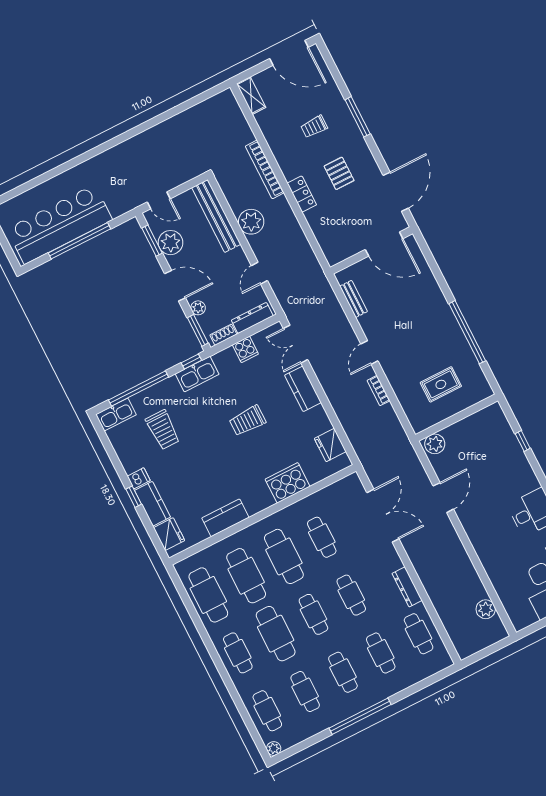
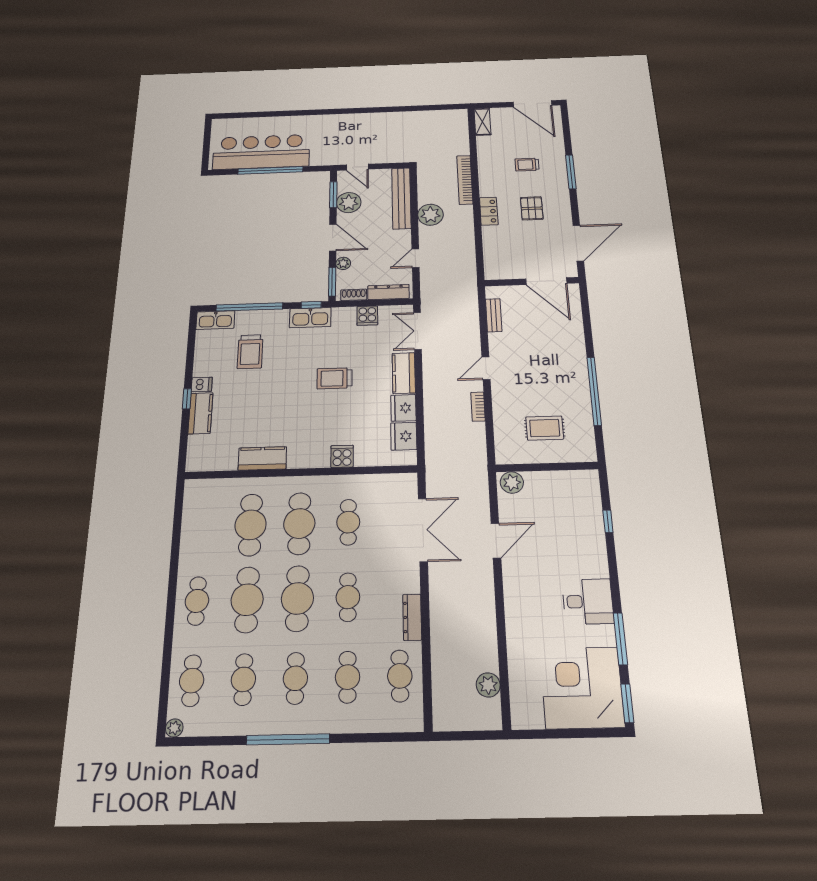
cooker: (288, 483) -> (342, 456), width x0.53, depth x0.76
fridge: (169, 534) -> (403, 408), moved, turned 180
cafe table: (208, 595) -> (202, 526), removed
cafe table: (313, 614) -> (297, 598), width x1.37, depth x1.35

